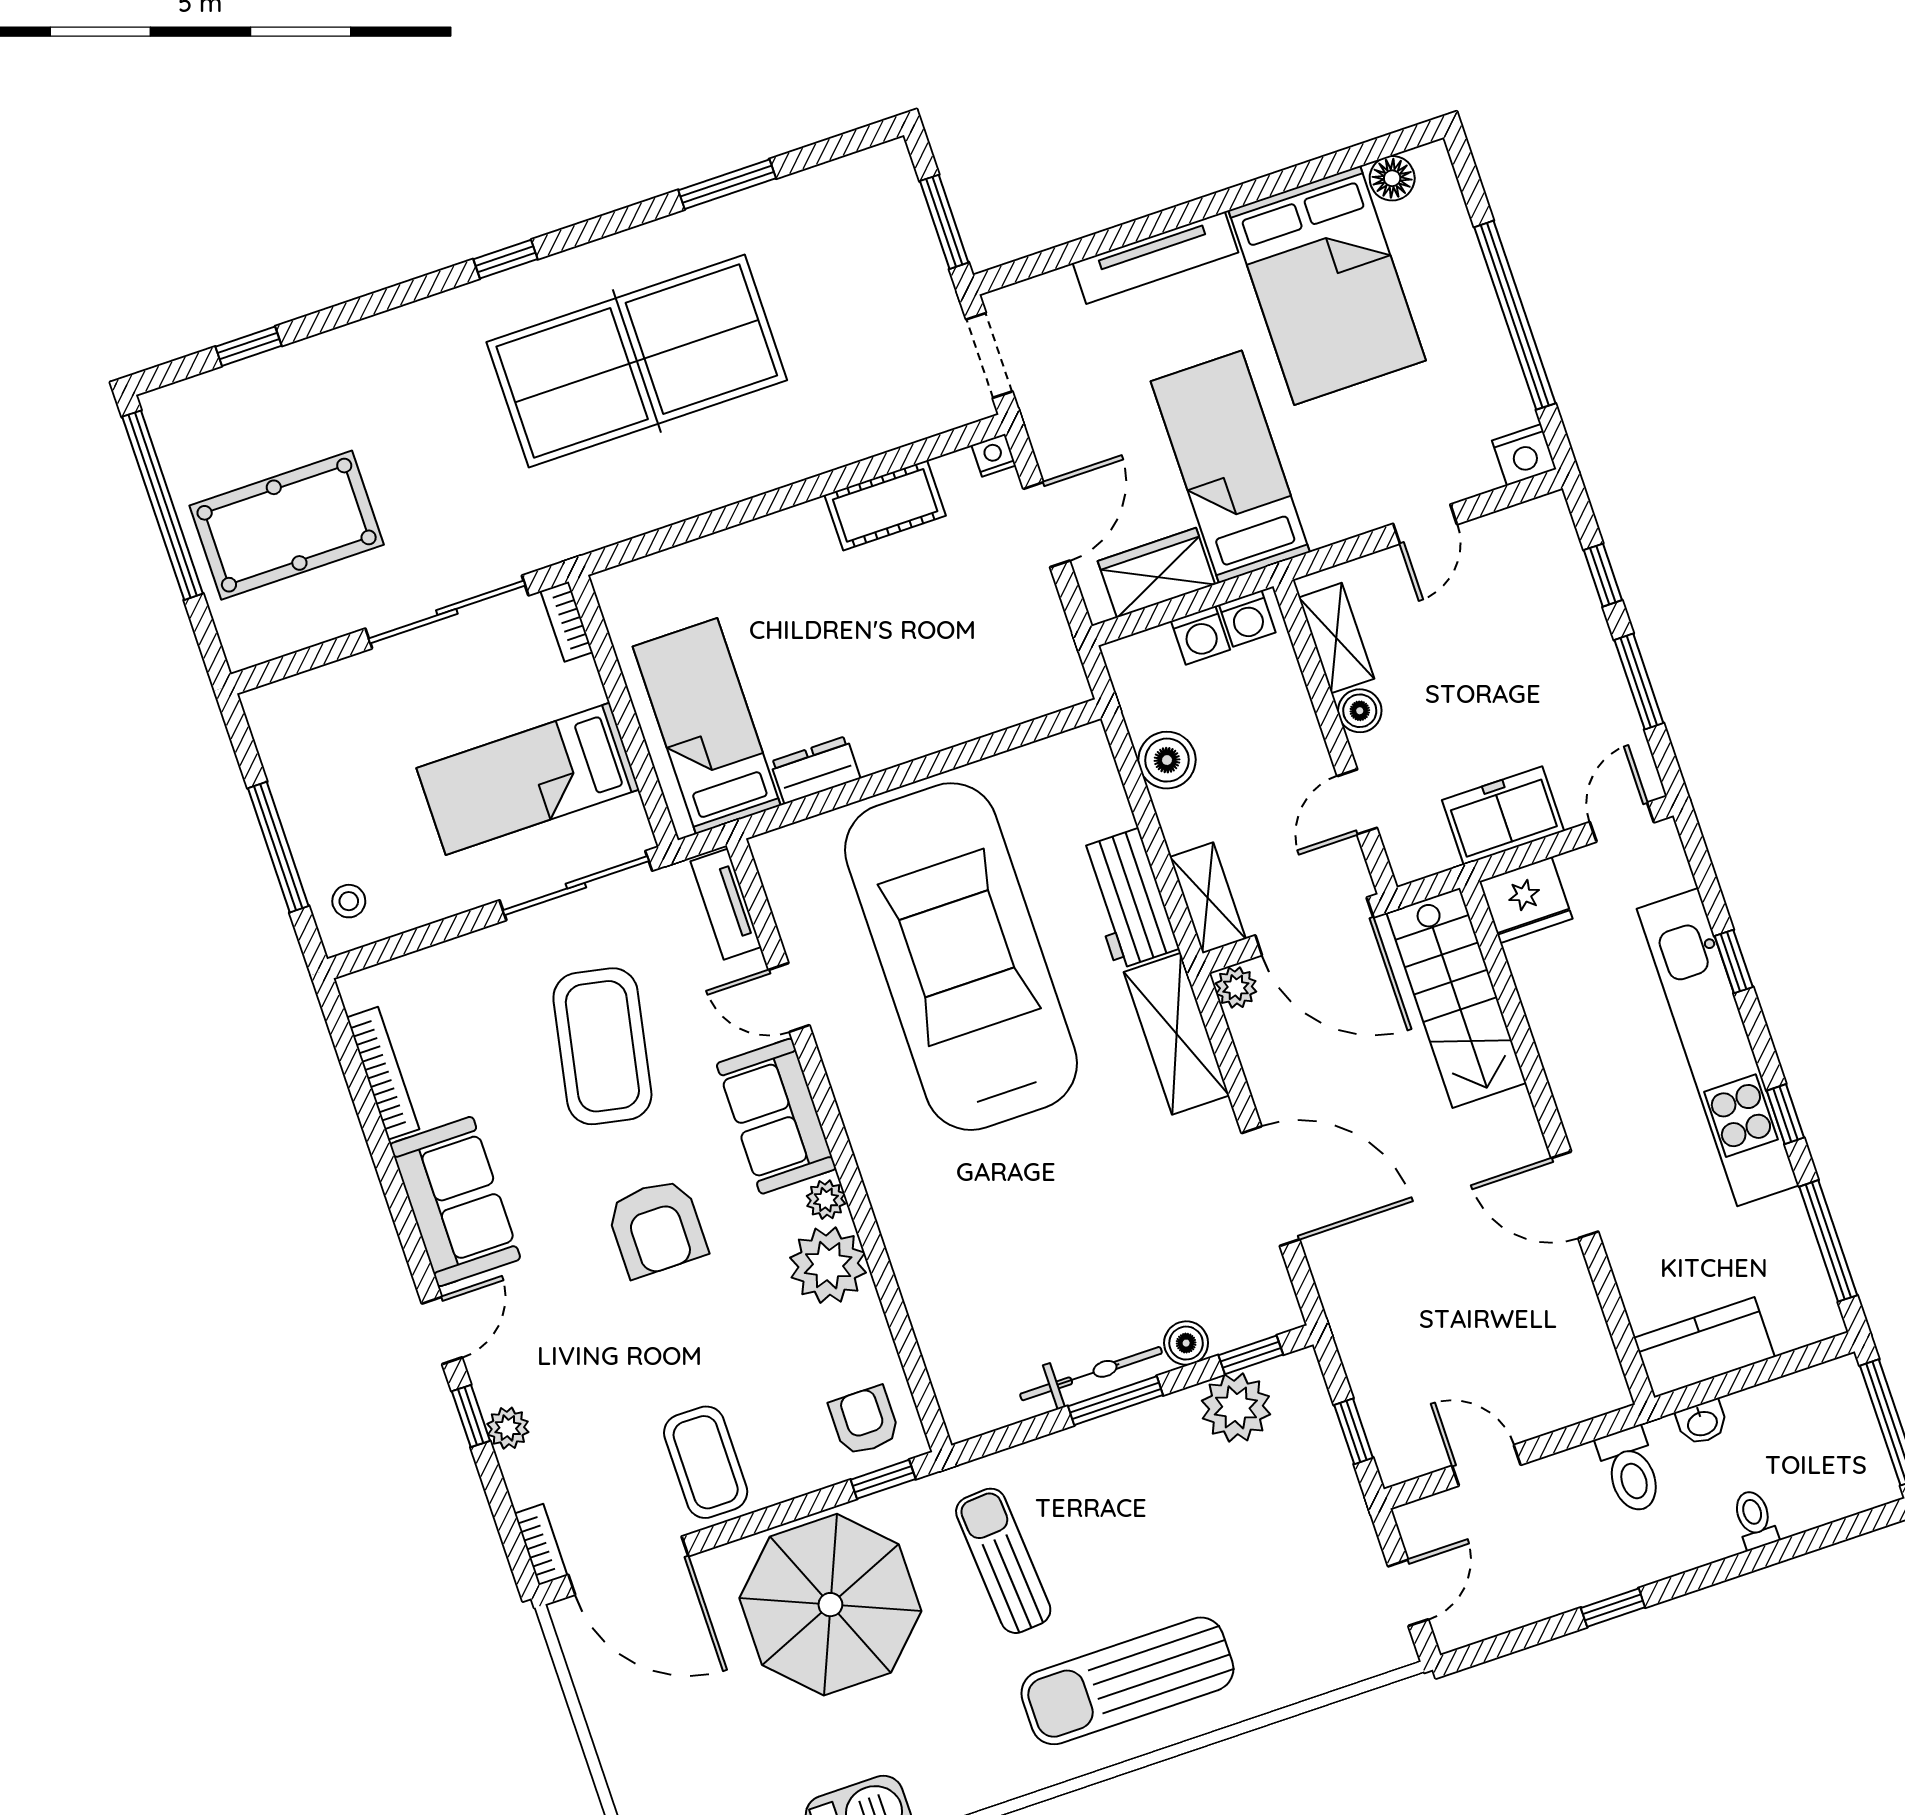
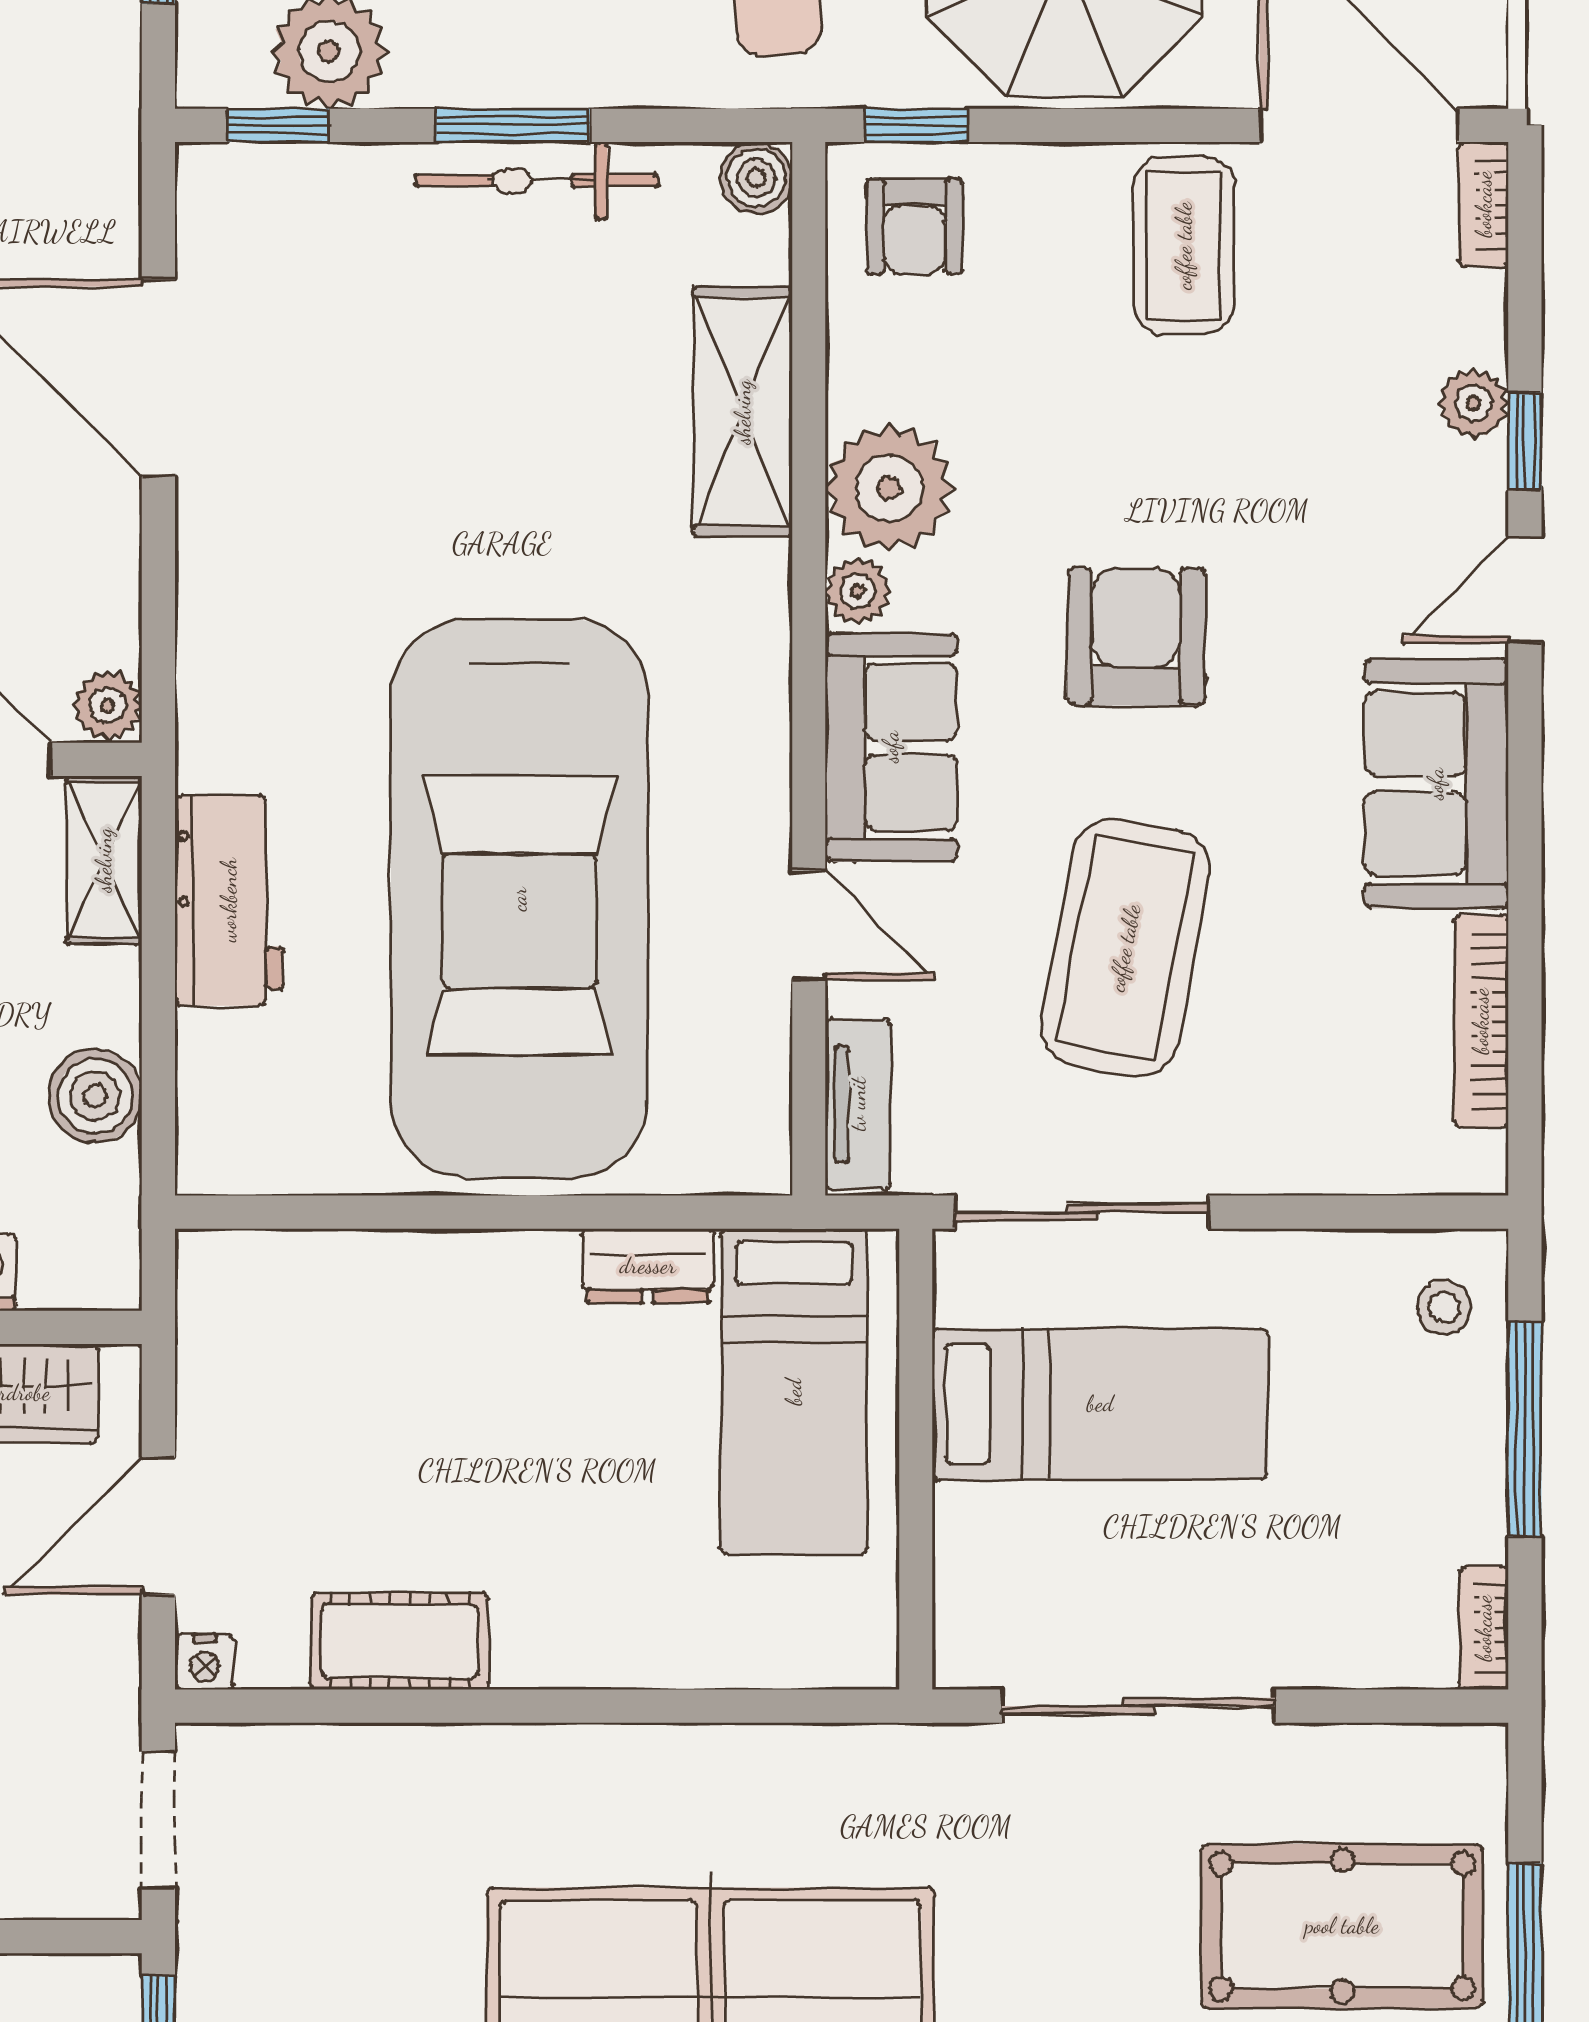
bookcase: (567, 622) -> (1484, 1628), moved, turned 180
shelving: (1177, 1034) -> (743, 412), moved
boiler: (1186, 1343) -> (756, 178), moved

